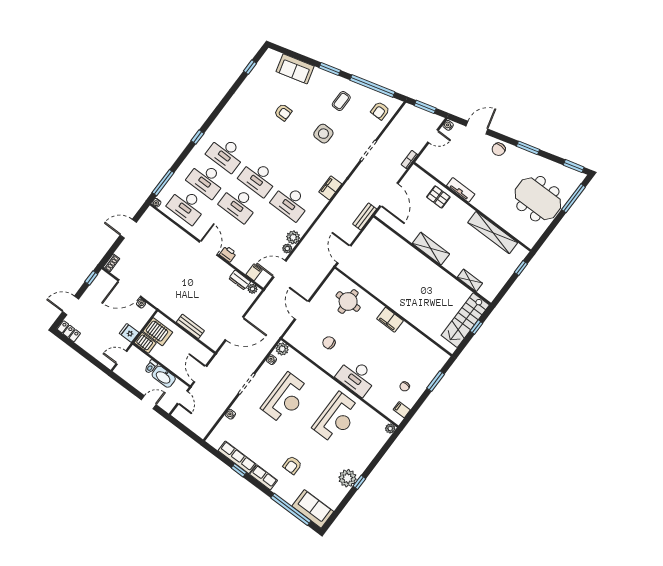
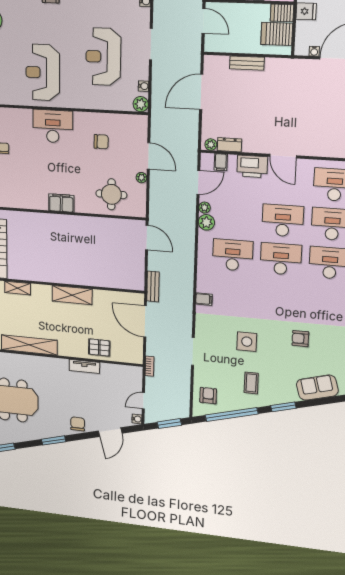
filing cabinet: (330, 188) -> (204, 299), width x0.50
printer: (228, 254) -> (252, 166), width x1.87, depth x1.48
plant: (318, 299) -> (141, 178), added

